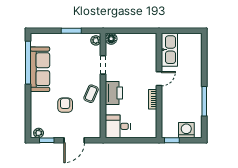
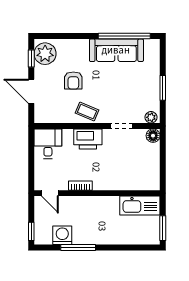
window: (188, 31) -> (163, 228), added
door: (159, 79) -> (50, 193), moved
armchair: (65, 105) -> (73, 80), turned 90
washing machine: (186, 130) -> (62, 235), moved, turned -90
plant: (39, 133) -> (45, 54), width x1.88, depth x1.88
window: (172, 140) -> (31, 231), moved

